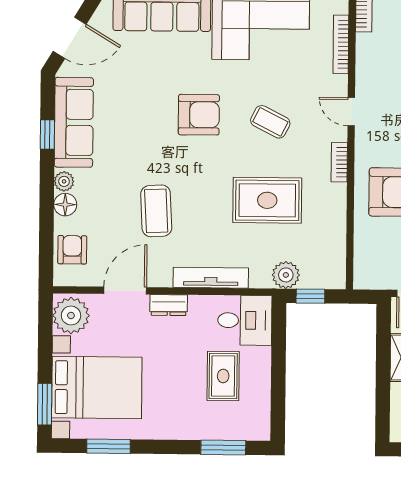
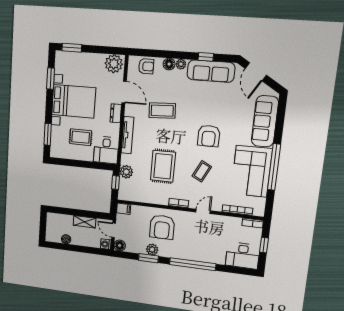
filing cabinet: (364, 275) -> (124, 209), added
bed with nightstands: (97, 388) -> (74, 101), moved, turned -90

